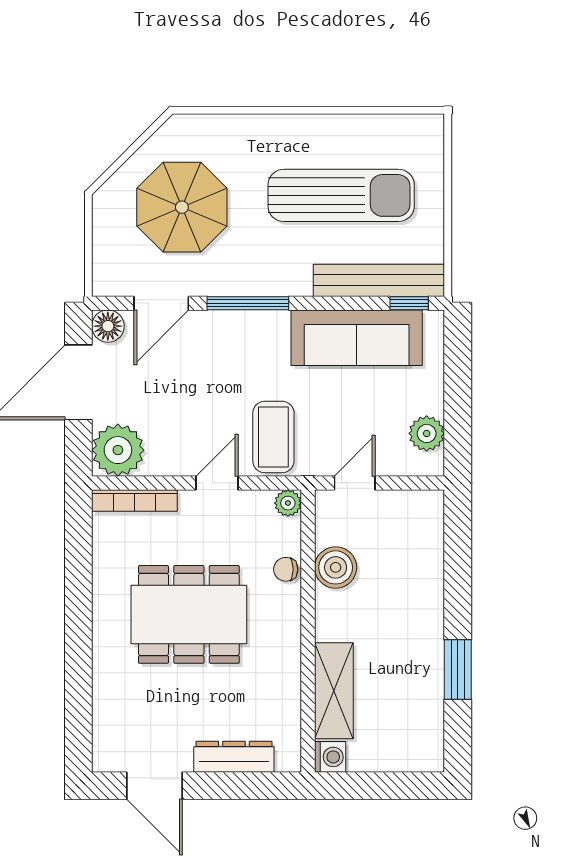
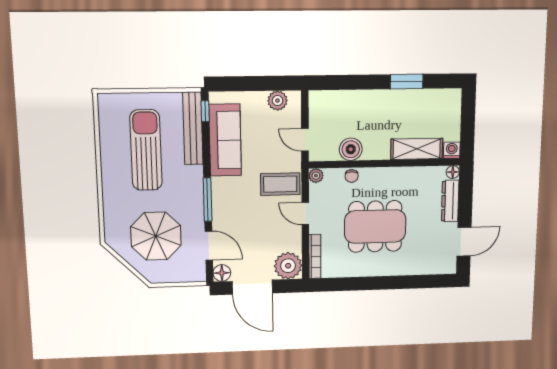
dining table: (189, 614) -> (375, 226), turned 90
floor lamp: (289, 760) -> (453, 172), added

